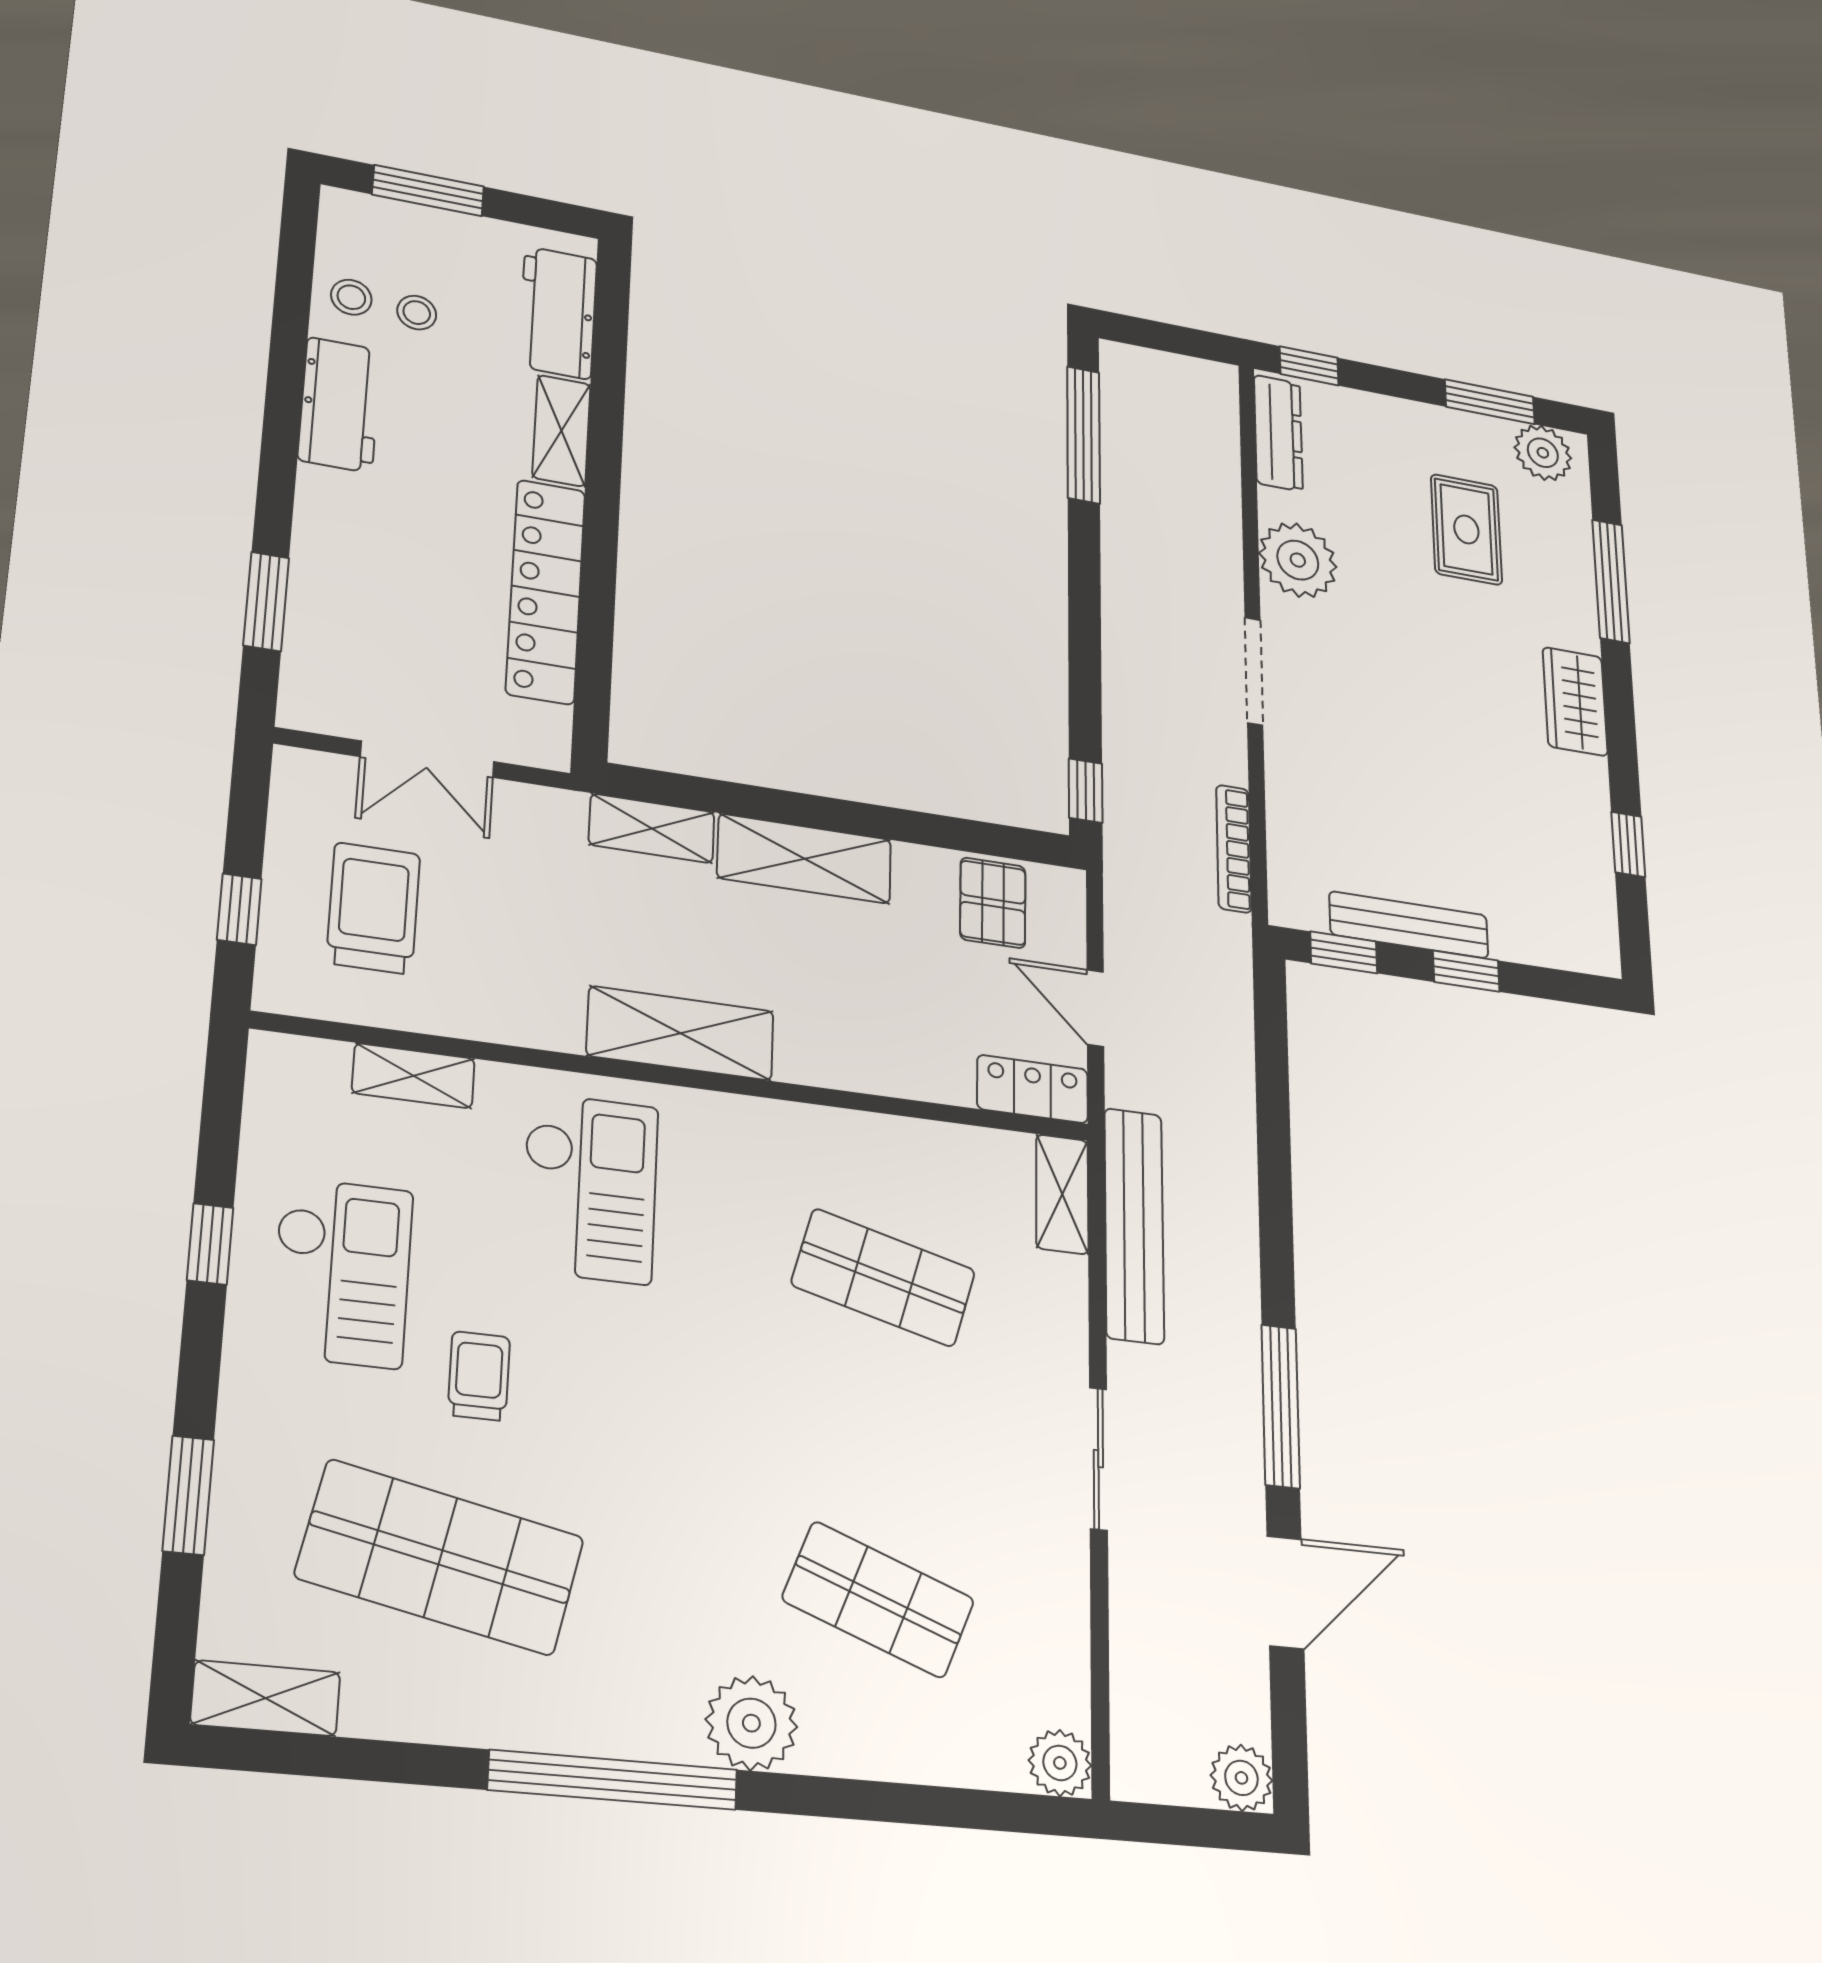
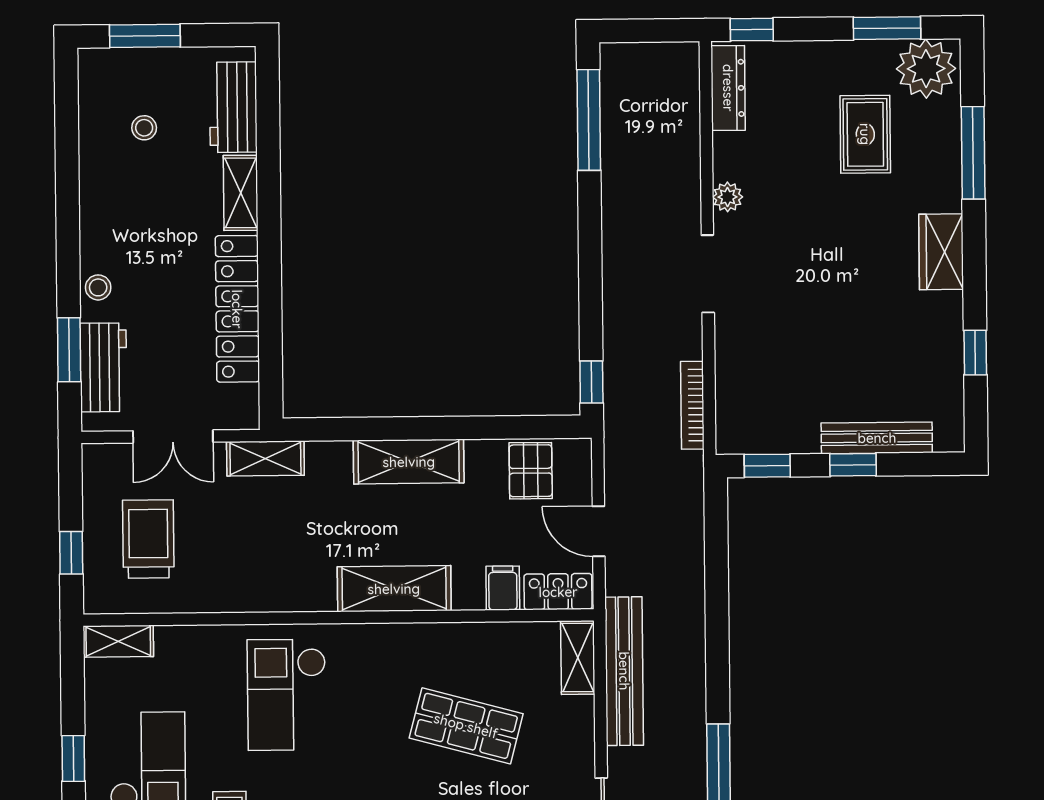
stool: (351, 297) -> (98, 287), moved
workbench: (340, 405) -> (103, 367), moved
plant: (1543, 453) -> (926, 69), width x1.36, depth x1.36
plant: (1298, 560) -> (728, 197), width x0.53, depth x0.53
shelving: (652, 828) -> (265, 458), moved
bench: (1409, 925) -> (877, 438), moved
shelving: (681, 1033) -> (394, 589), moved
filing cabinet: (947, 1071) -> (503, 588), added
shelving: (413, 1076) -> (118, 641), moved
checkout: (590, 1188) -> (287, 695), turned 180

